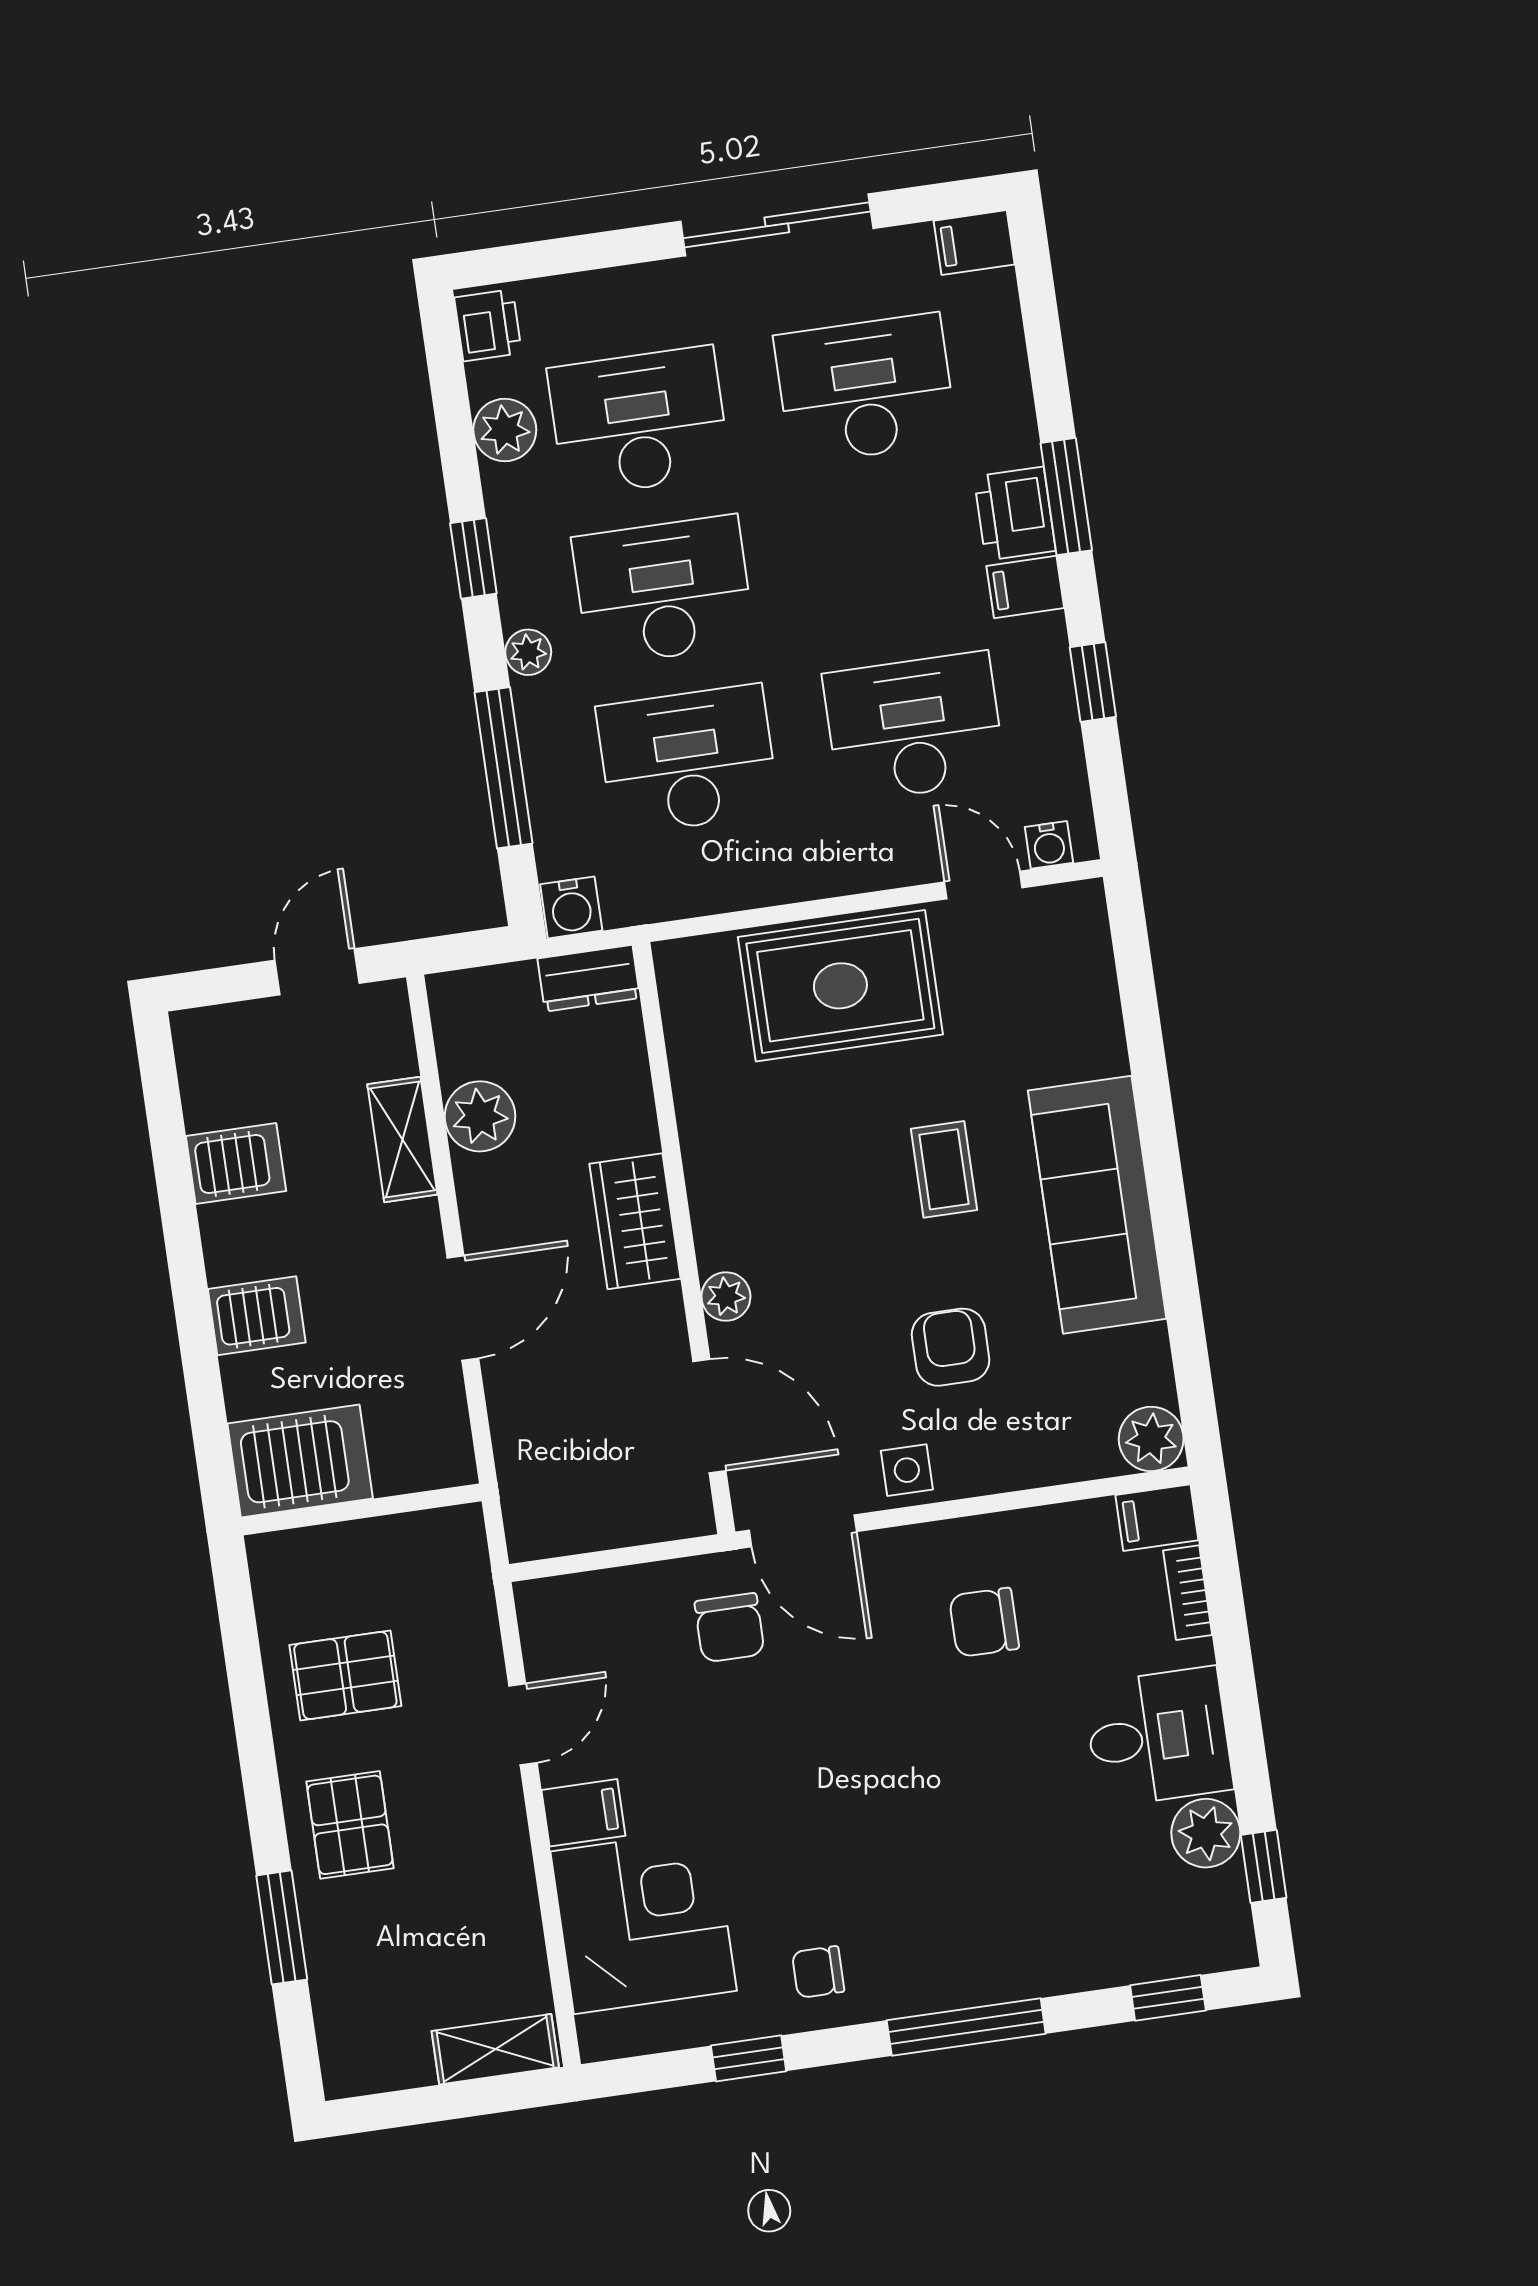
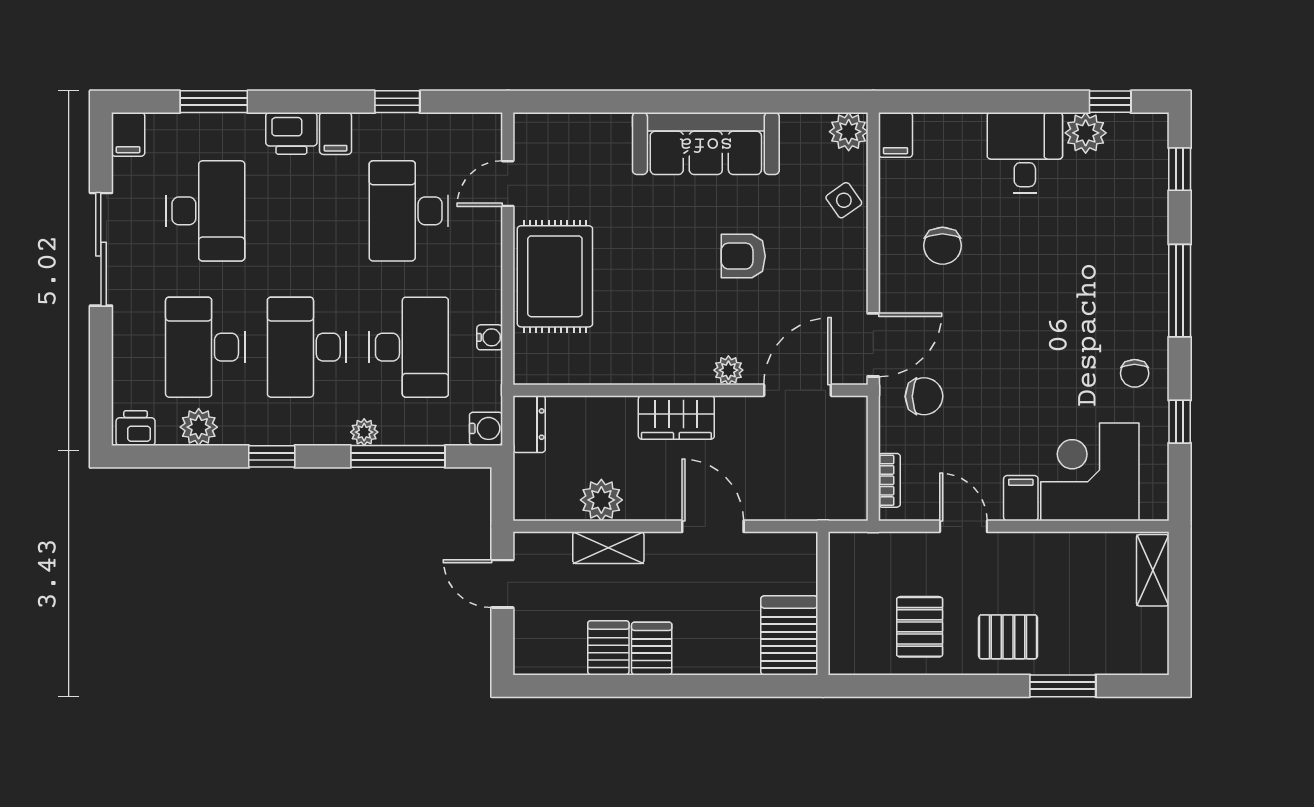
desk: (865, 389) -> (205, 211), turned 180
window: (1066, 497) -> (214, 102), moved
plant: (528, 652) -> (364, 432), moved
desk: (688, 760) -> (409, 347), turned 180
water cooler: (1049, 845) -> (490, 337), moved
coffee table: (944, 1169) -> (672, 231), removed
server rack: (257, 1316) -> (652, 649), moved
armchair: (951, 1347) -> (743, 256), moved
side table: (907, 1470) -> (844, 200), moved, turned -35
bookcase: (1188, 1593) -> (889, 480), moved, turned -90

